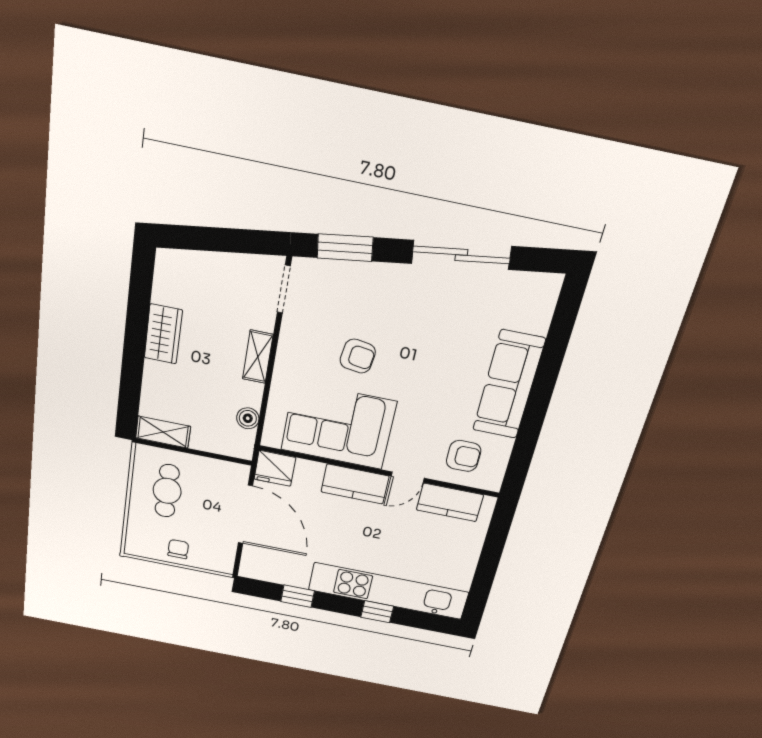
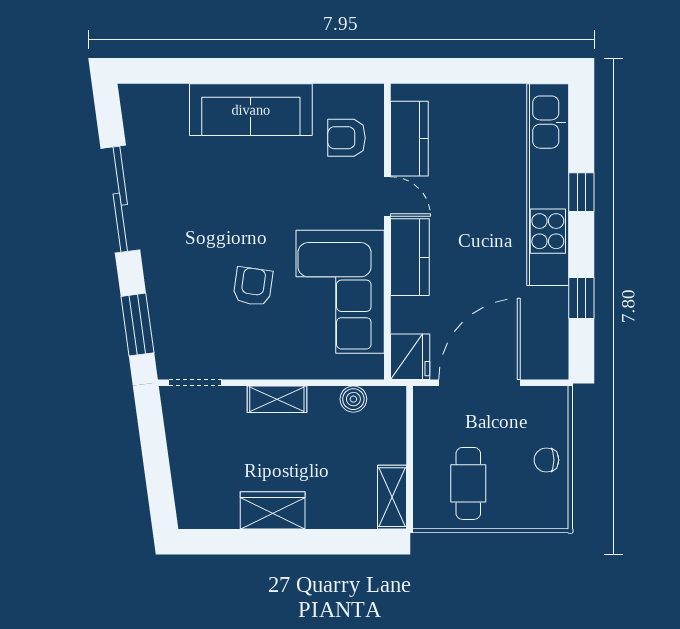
armchair: (464, 456) -> (347, 138), turned -90
cafe table: (167, 491) -> (468, 483), turned 90

